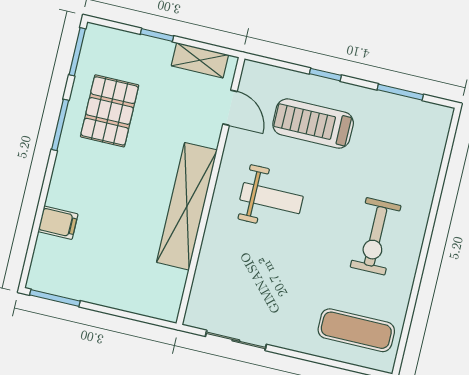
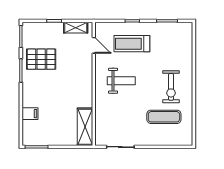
pallet: (110, 111) -> (41, 59), turned 90
shelving: (187, 206) -> (85, 127), moved, width x0.68
exercise mat: (356, 330) -> (164, 117), moved

